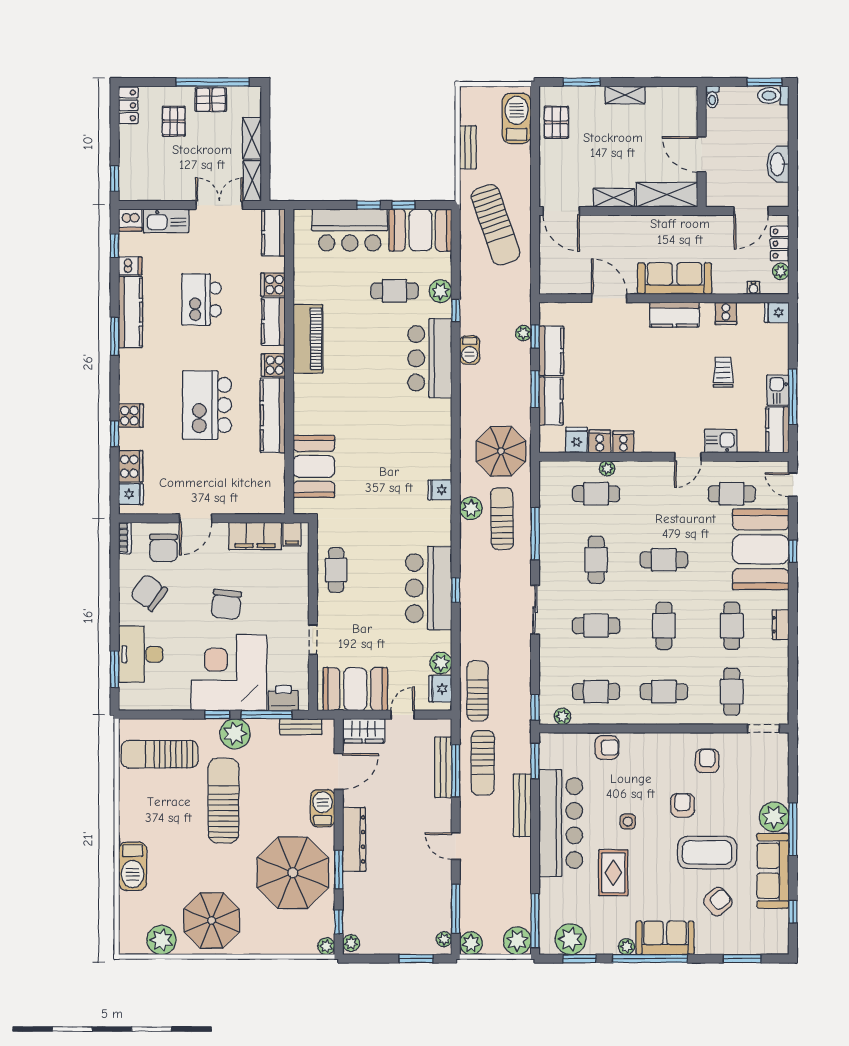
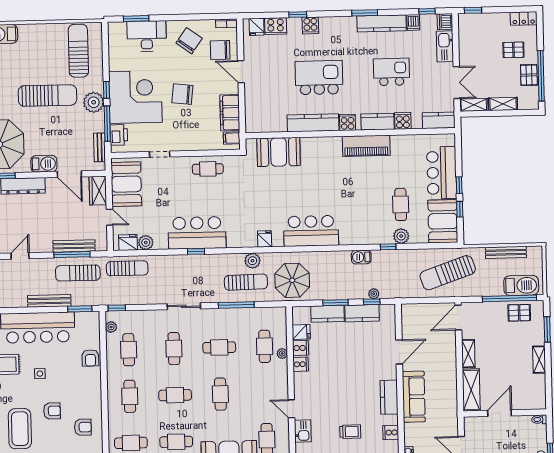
window: (535, 136) -> (509, 298), added
bench: (468, 147) -> (506, 252), width x1.36
bar counter: (430, 358) -> (311, 231), moved

